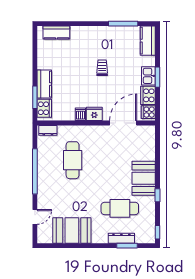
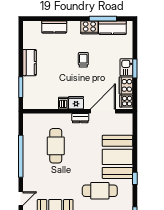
kitchen counter: (56, 33) -> (54, 27), moved
kitchen counter: (148, 41) -> (112, 28), moved, turned -90
kitchen counter: (44, 84) -> (29, 63), moved
cooker: (44, 108) -> (89, 27), moved, turned 90
dresser: (48, 130) -> (80, 118), moved
booth: (144, 178) -> (117, 157), width x1.36, depth x1.42

